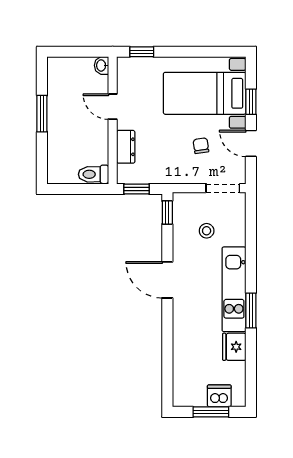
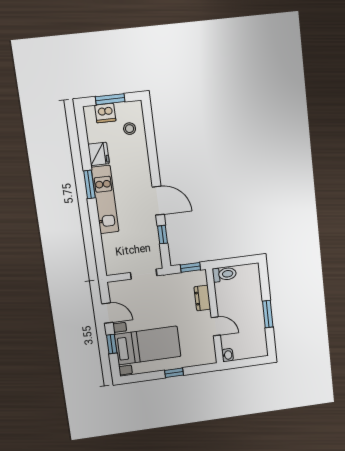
window: (142, 52) -> (174, 373), moved
chair: (201, 146) -> (145, 306), removed
doorway: (223, 188) -> (144, 274), moved
window: (167, 212) -> (162, 235), moved
stool: (207, 231) -> (130, 129), moved

